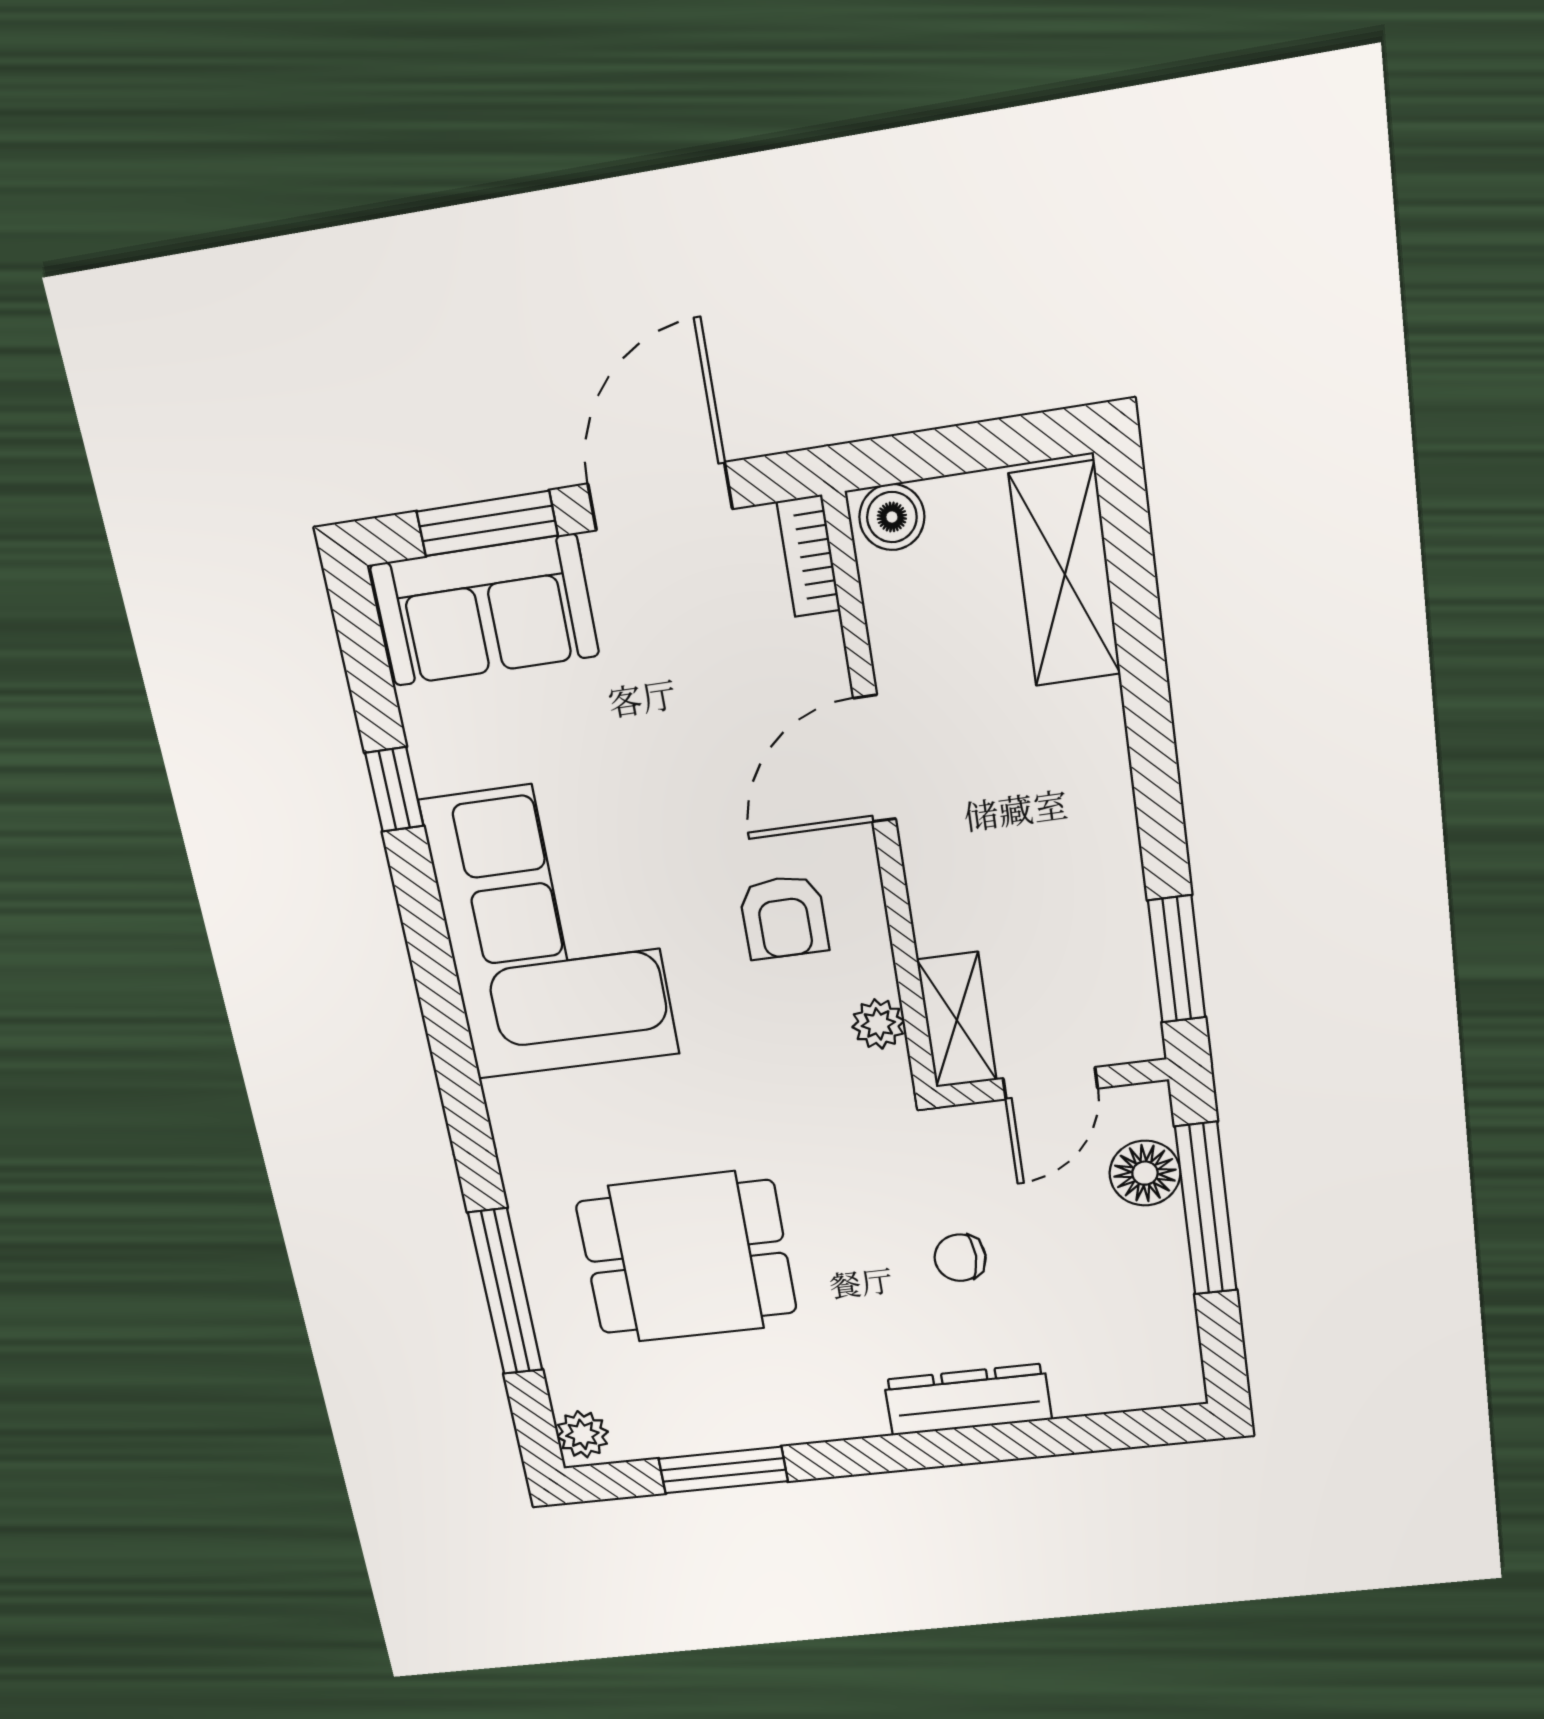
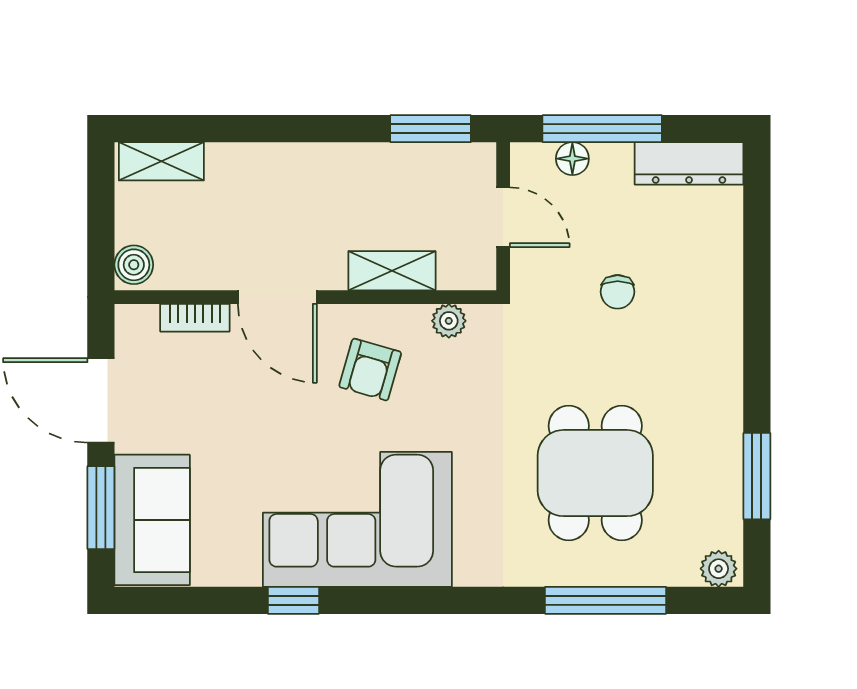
bookcase: (809, 556) -> (195, 318), moved
shelving: (1065, 574) -> (161, 161), width x0.67, depth x0.75
window: (394, 789) -> (293, 600), moved
armchair: (784, 917) -> (370, 370), turned 106
shelving: (957, 1020) -> (392, 271), moved
floor lamp: (1145, 1173) -> (572, 159), width x0.73, depth x0.73
dresser: (968, 1400) -> (689, 163), moved, turned -90

